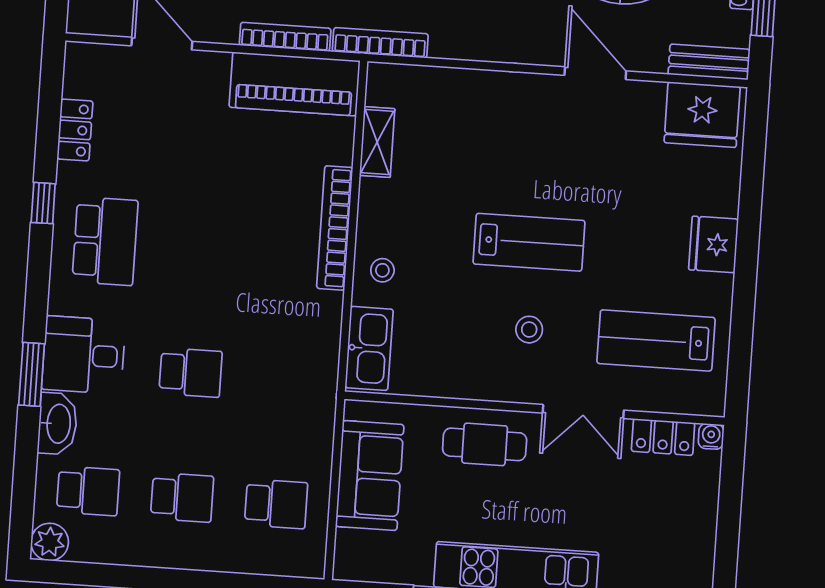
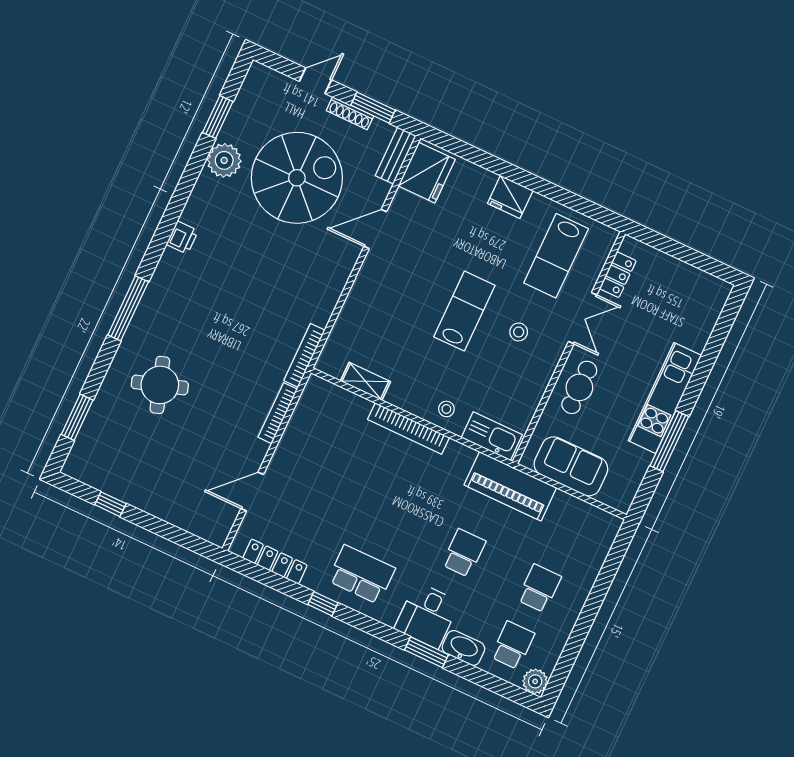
piano: (294, 84) -> (510, 486), moved, turned 90
locker: (75, 130) -> (275, 562), width x1.53
water cooler: (711, 436) -> (629, 245), removed
school desk: (276, 504) -> (566, 531), removed

